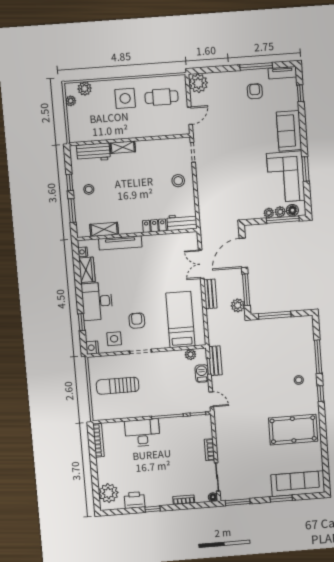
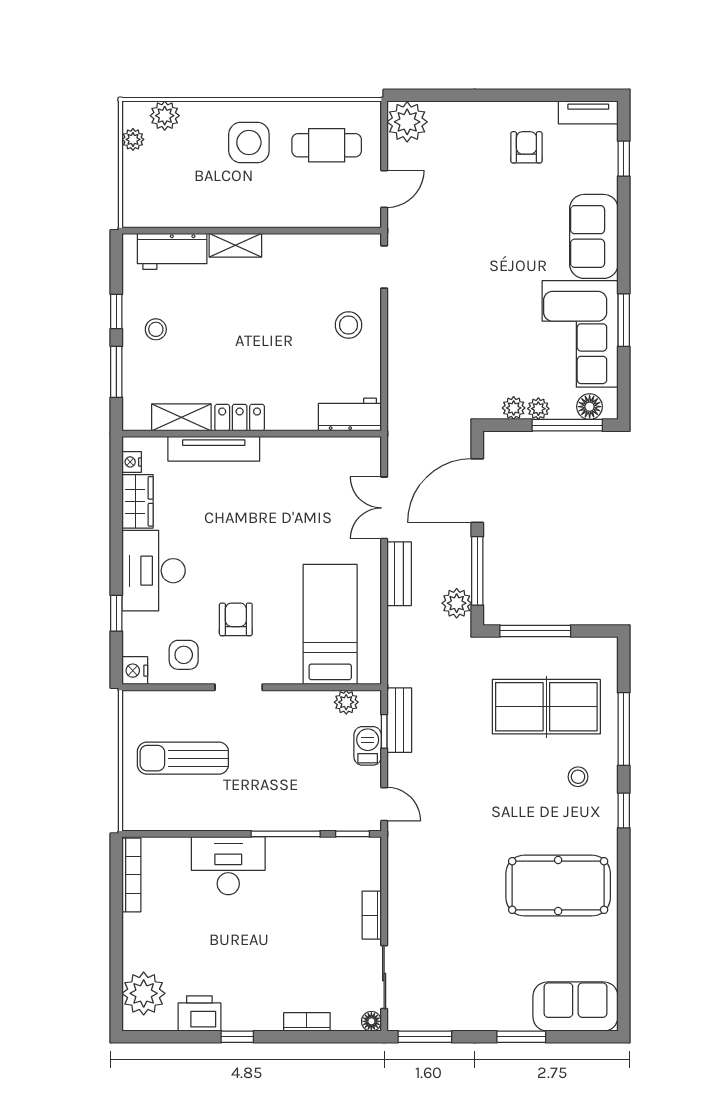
window: (256, 66) -> (533, 95), removed
plant: (280, 212) -> (514, 408), moved
locker: (154, 226) -> (240, 418), moved
table tennis table: (282, 349) -> (546, 707), added
sofa: (298, 484) -> (575, 1007), width x0.73

